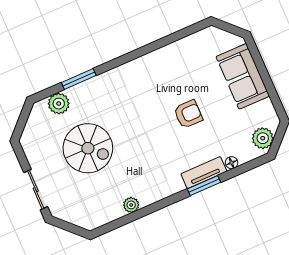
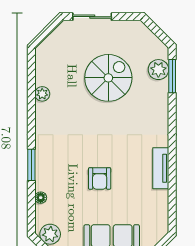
window: (79, 79) -> (172, 76), moved
spiral stairs: (88, 148) -> (108, 78), turned 180
tv unit: (204, 173) -> (161, 168), moved, turned 180

